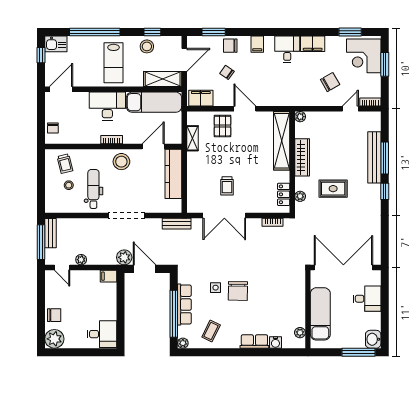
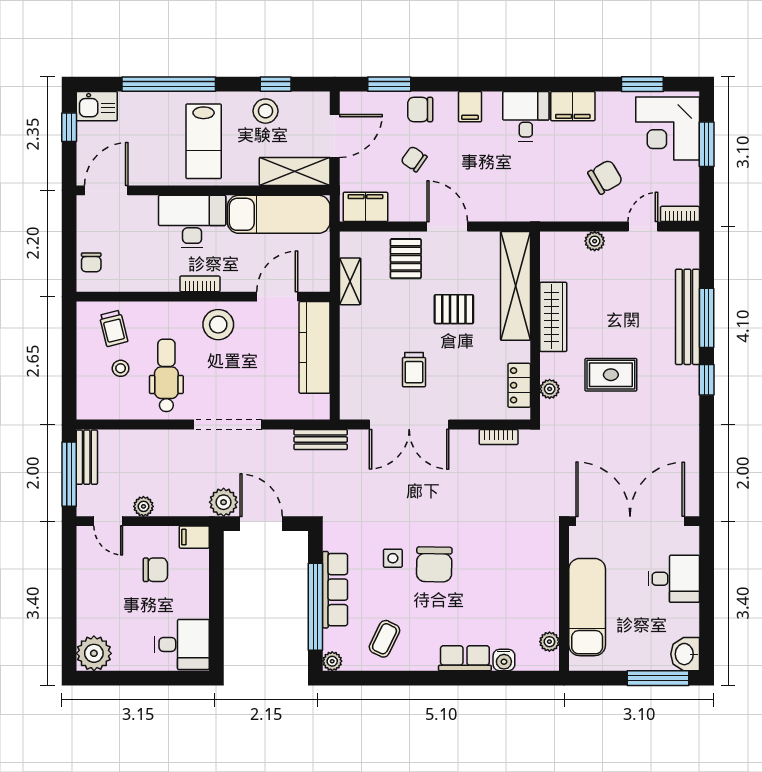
plant: (300, 117) -> (595, 241), moved
pallet: (248, 153) -> (454, 309), added
chair: (54, 315) -> (155, 570), moved

